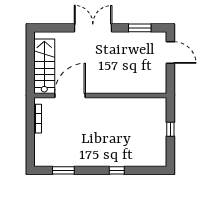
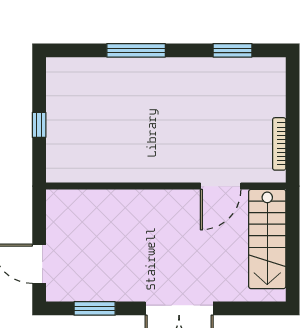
door: (70, 95) -> (221, 186), width x0.73
window: (117, 170) -> (136, 50), width x2.17

